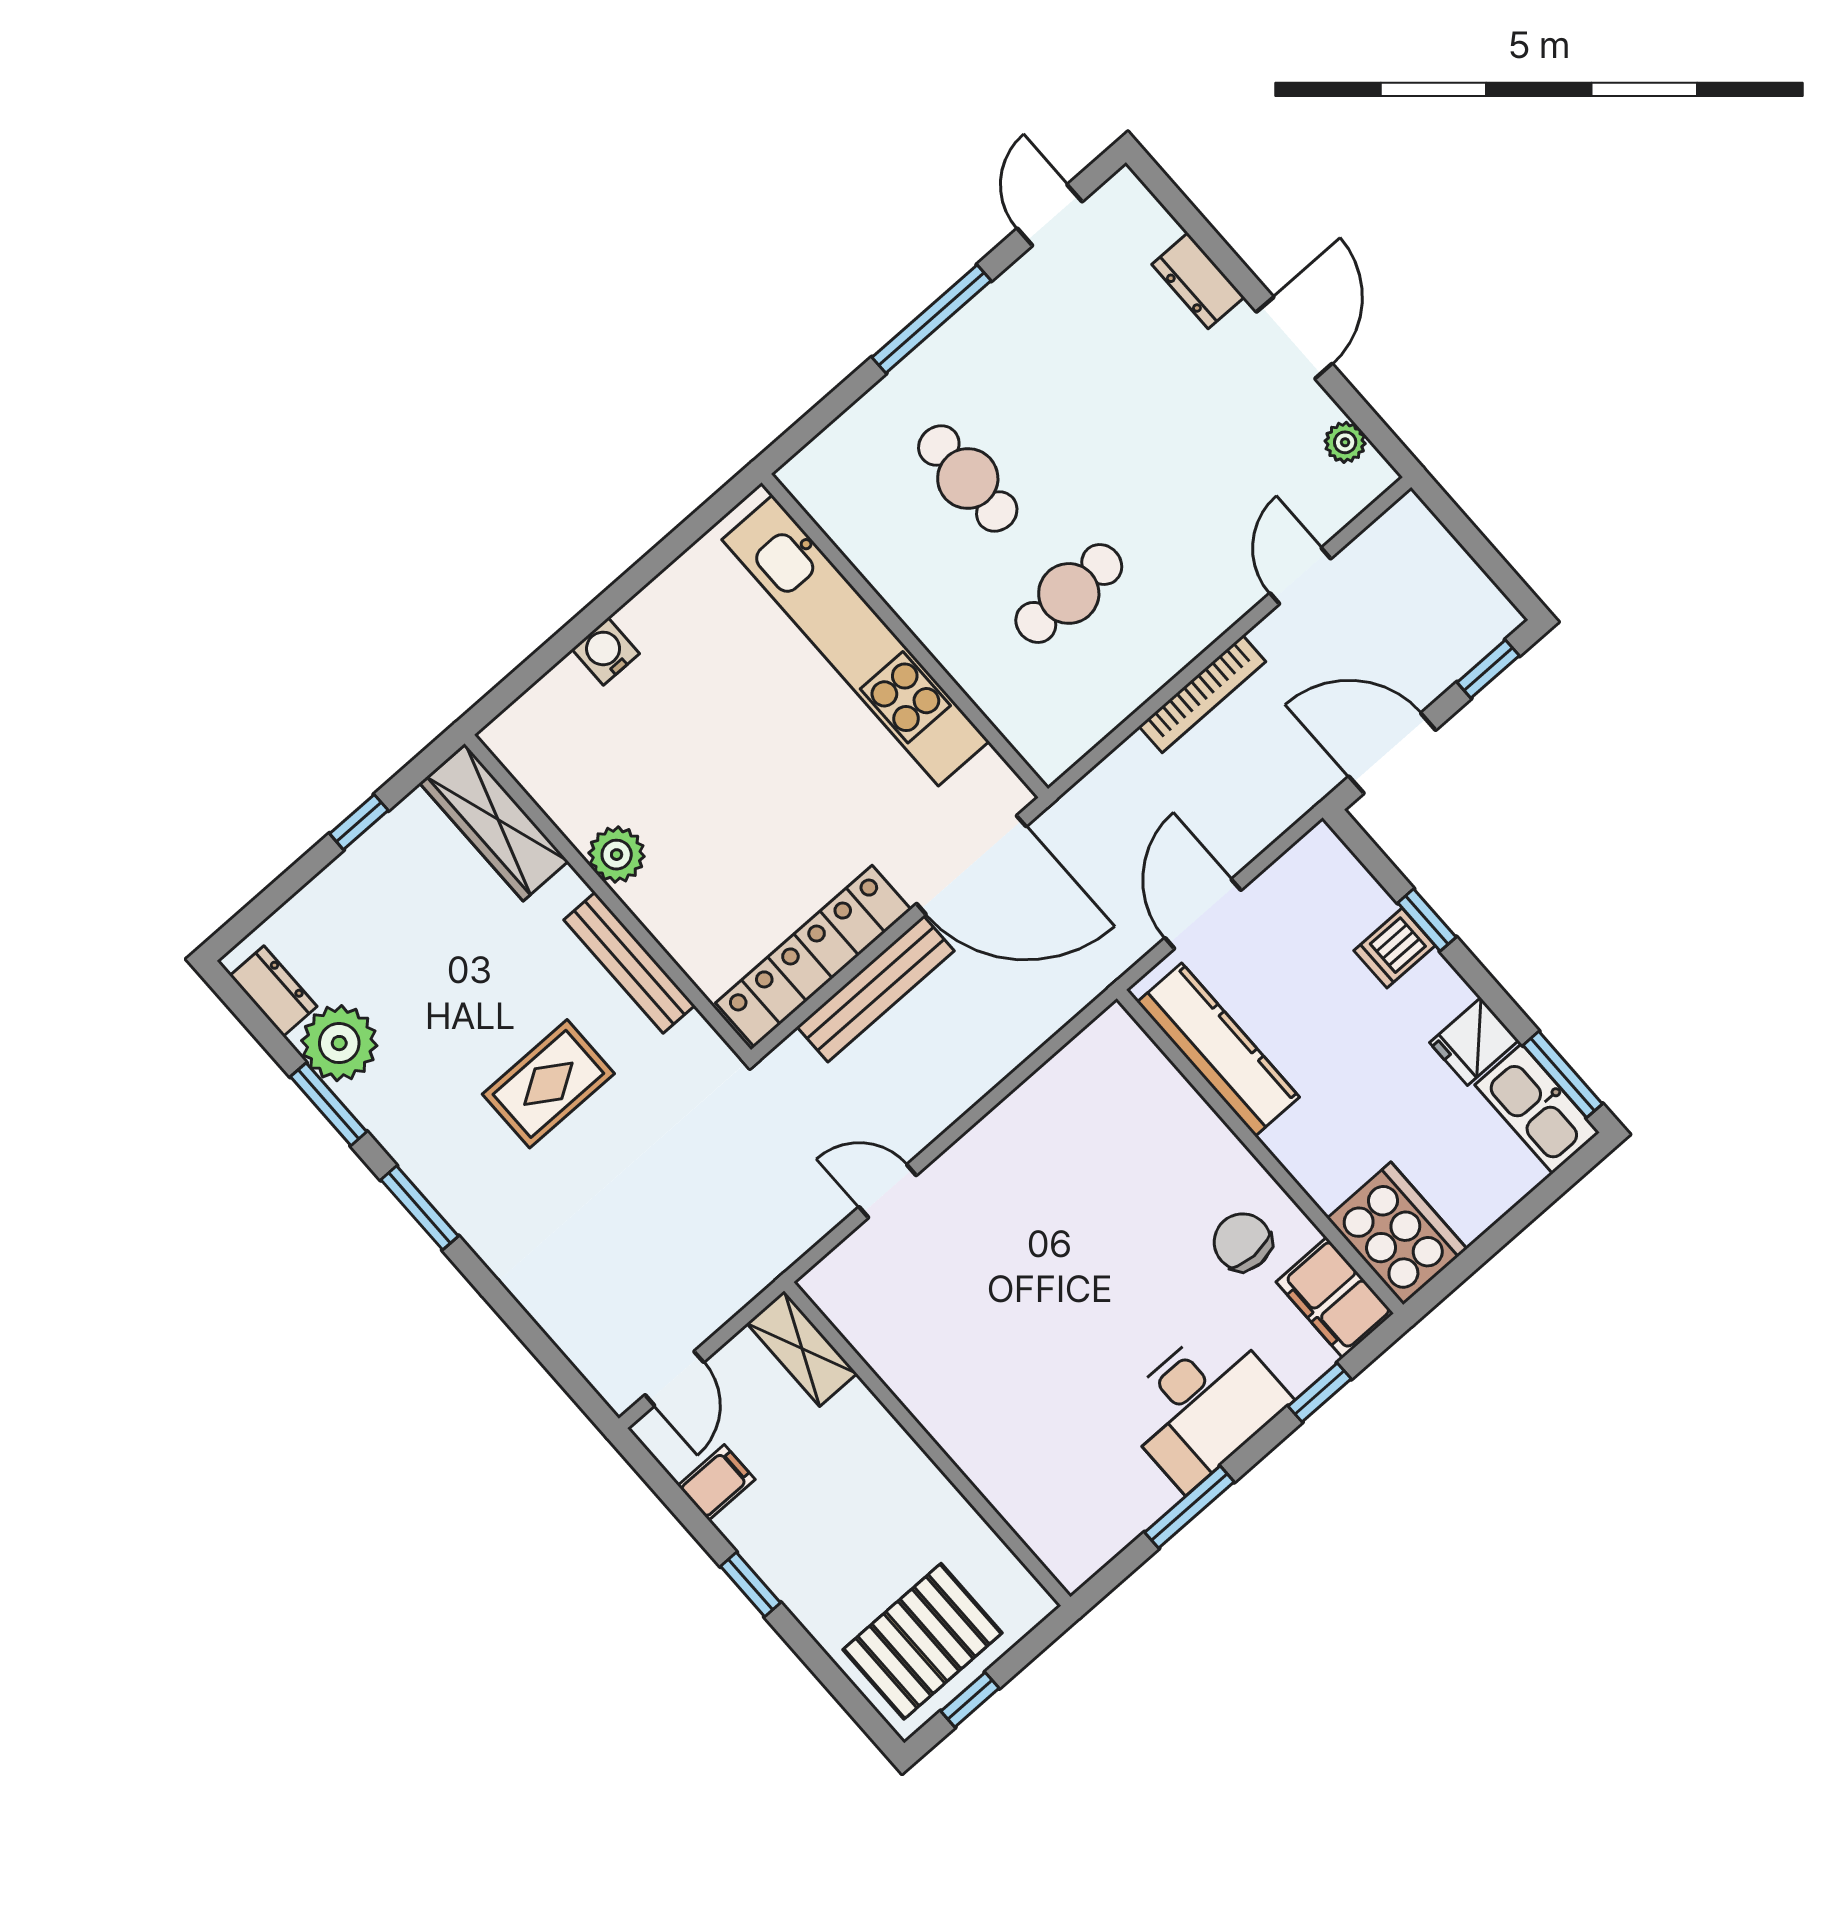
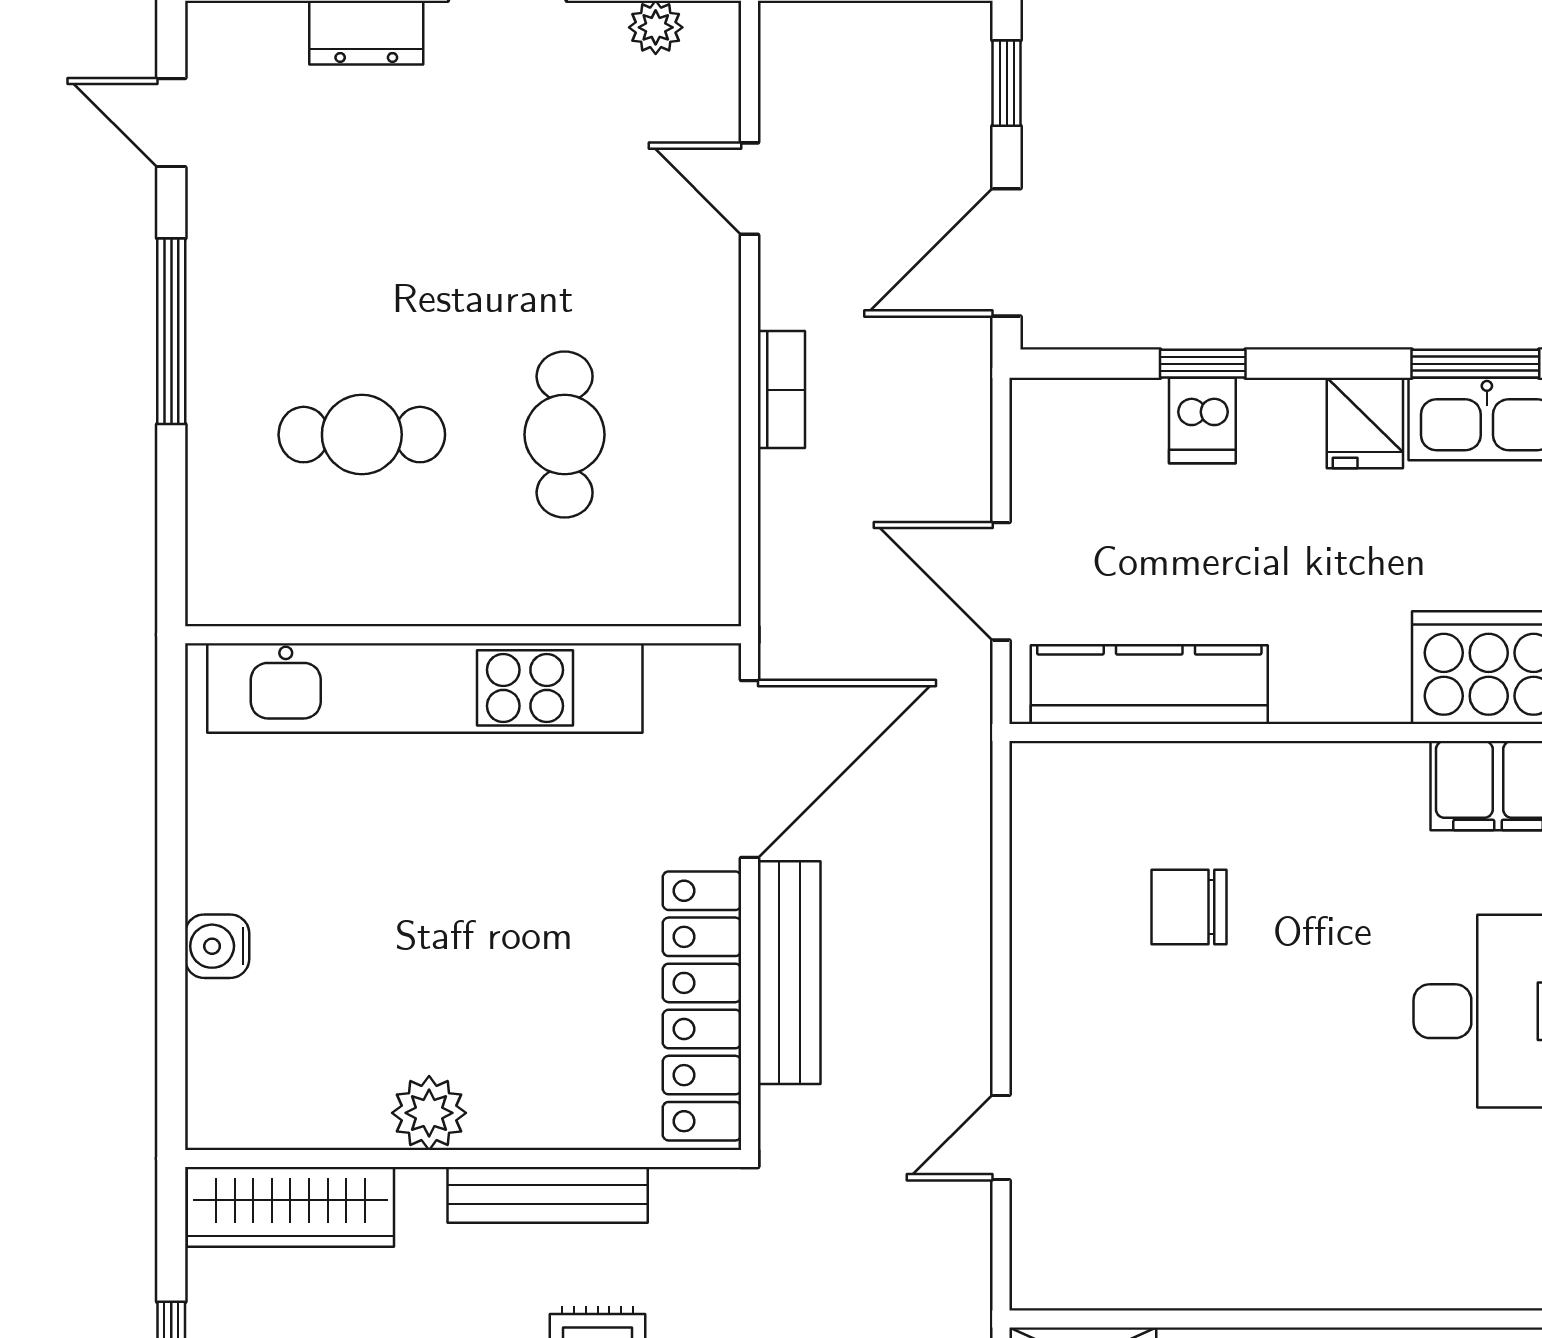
bookcase: (1202, 694) -> (781, 390), width x0.64
chair: (1243, 1242) -> (1189, 907), moved

